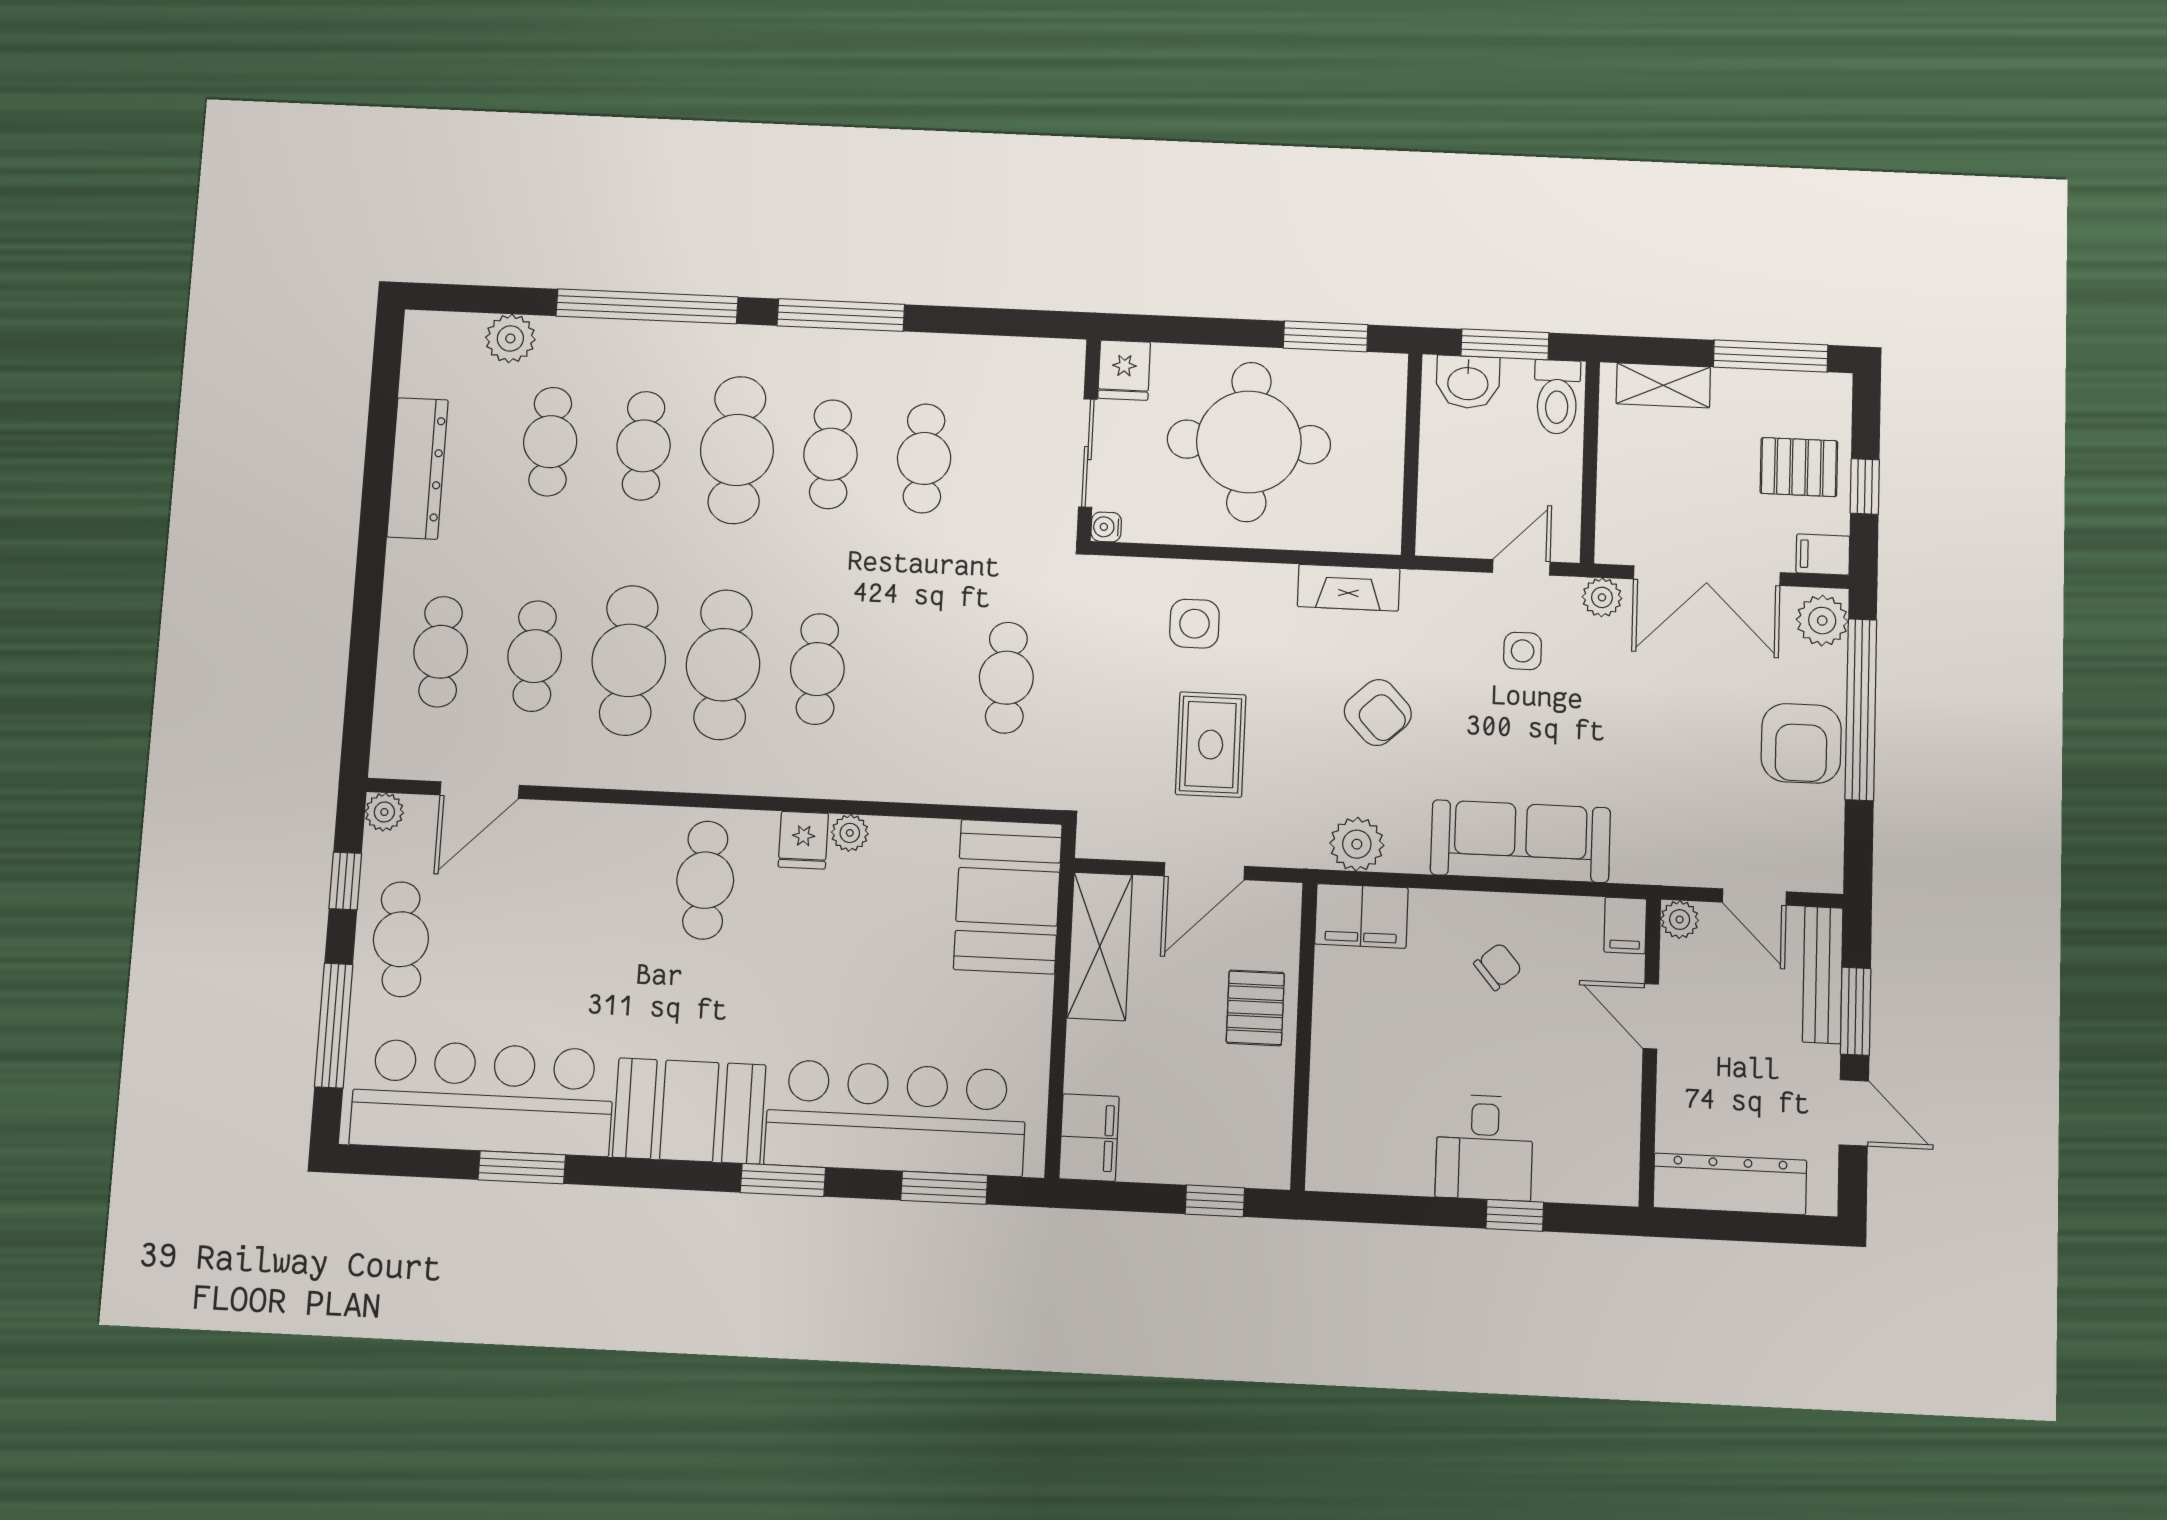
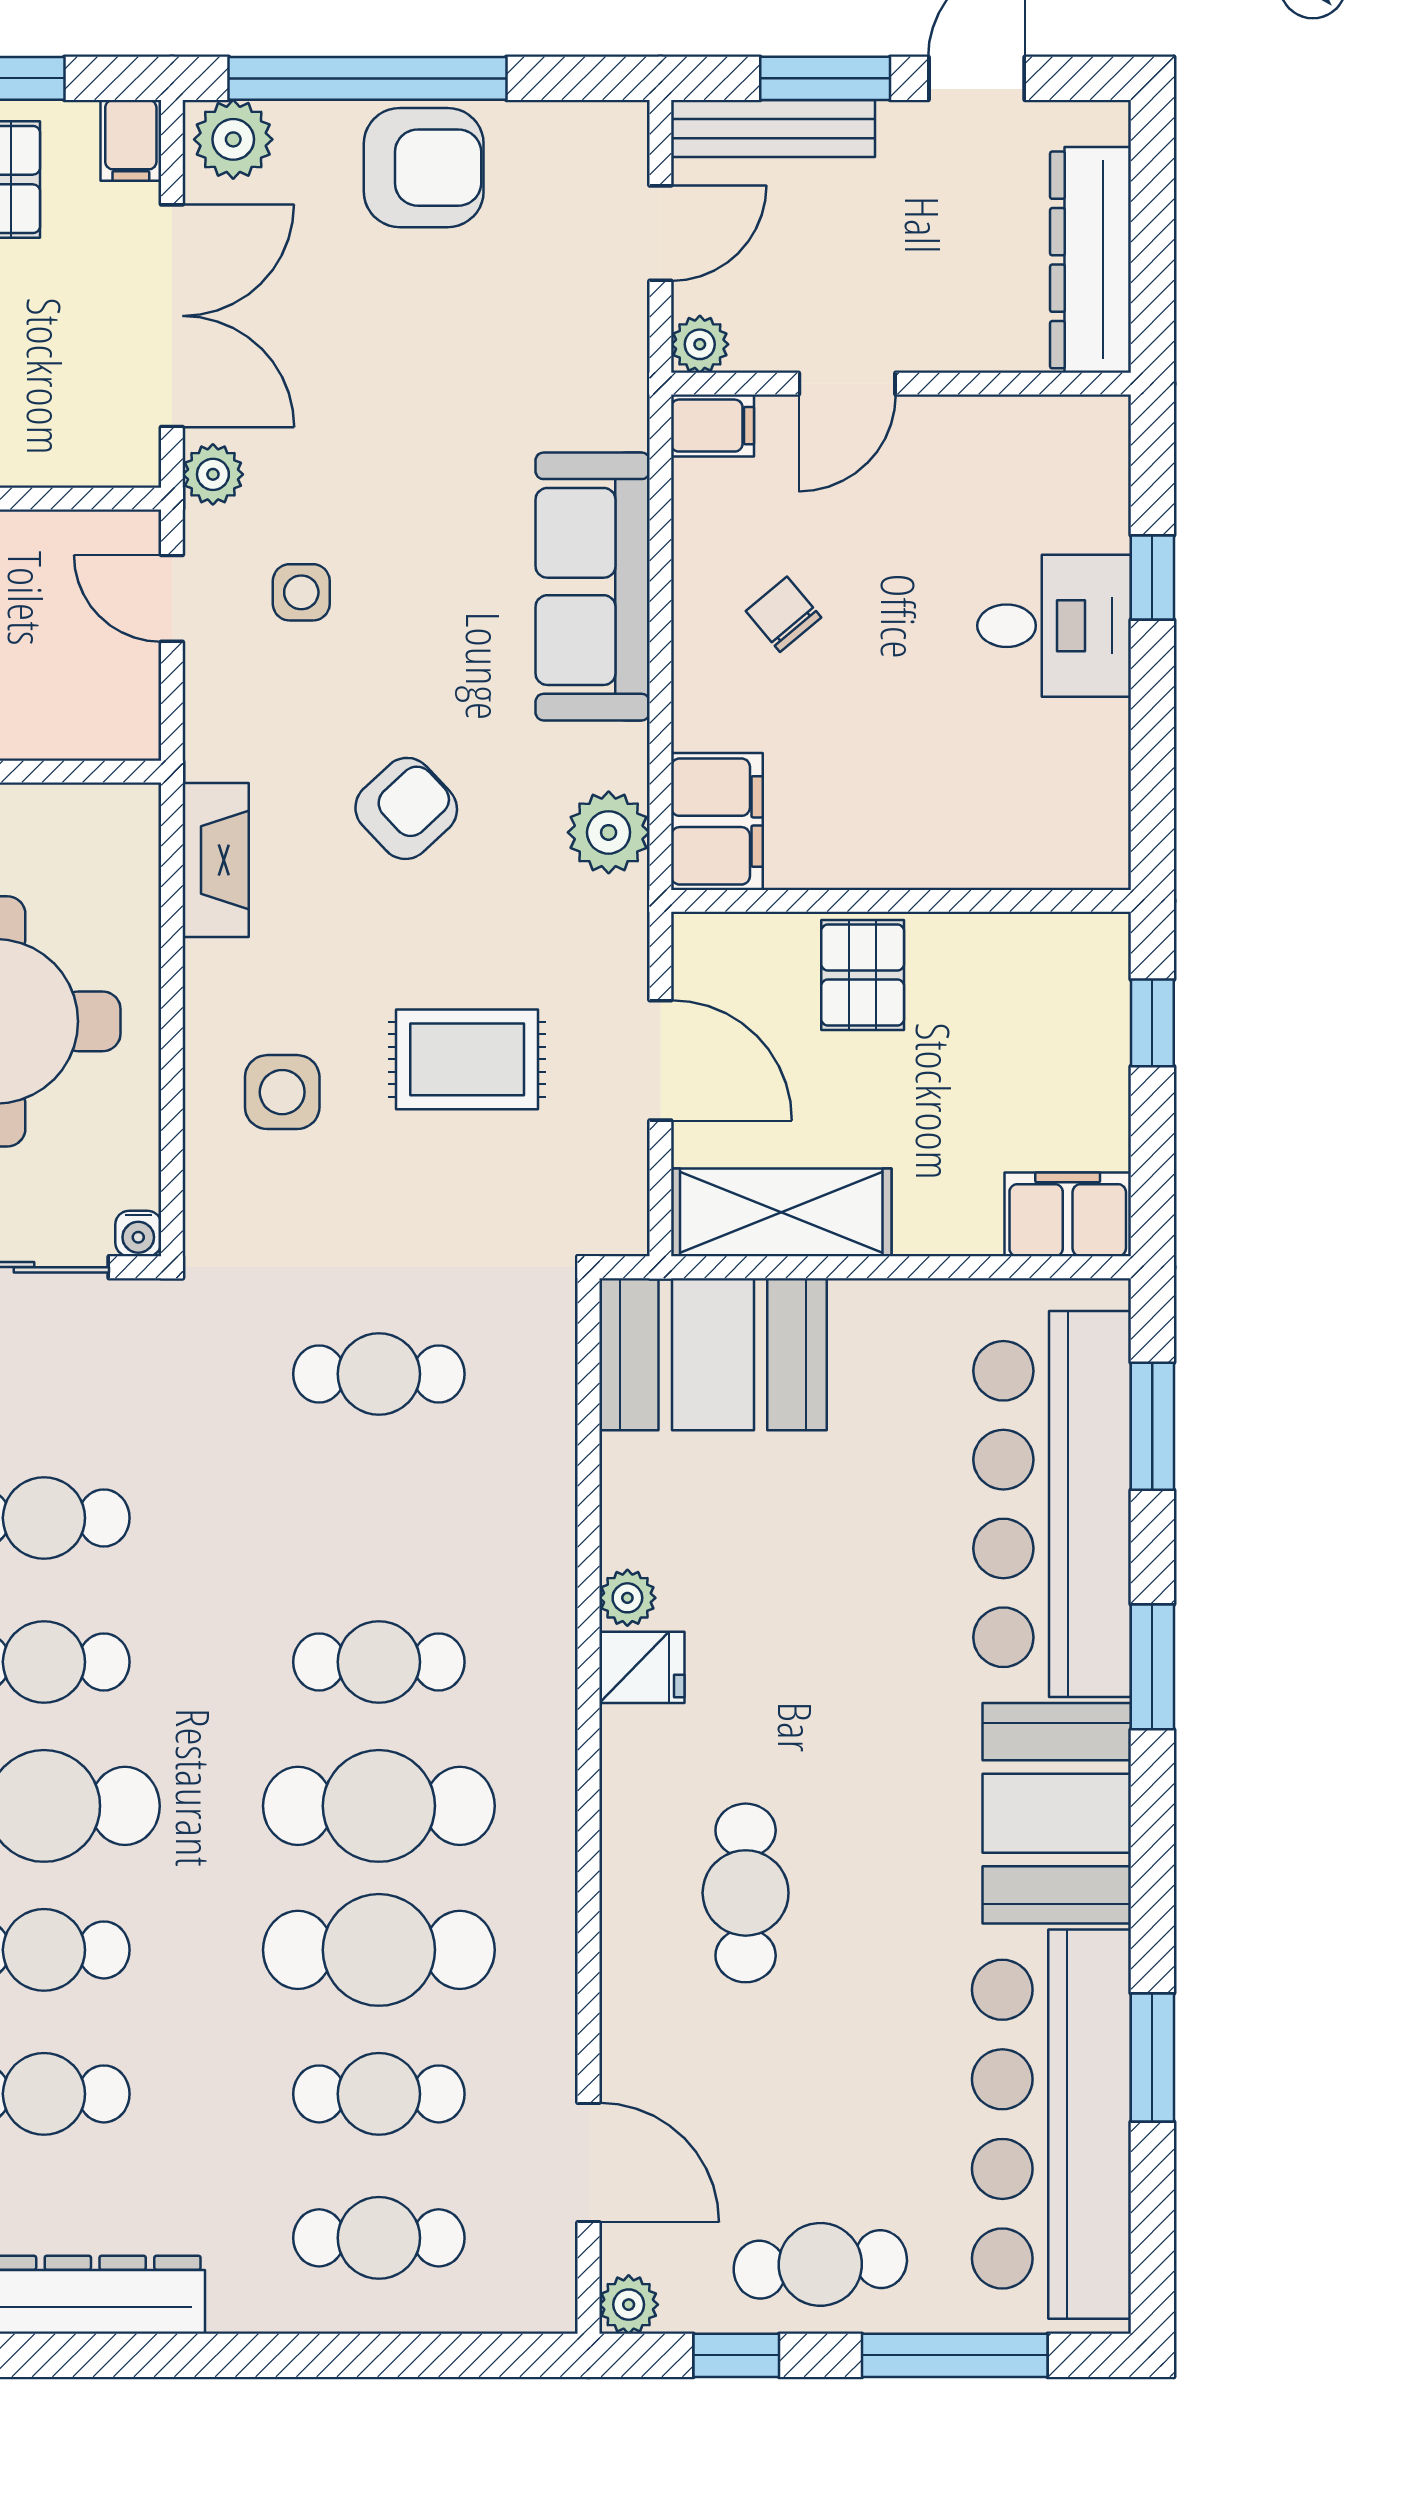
cafe table: (705, 880) -> (746, 1893), moved, turned 90
pallet: (1255, 1008) -> (863, 975), turned 90

